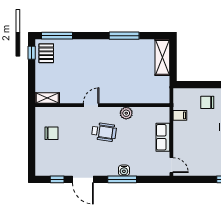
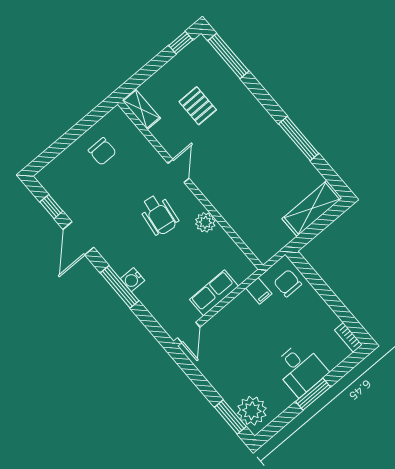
pallet: (46, 53) -> (198, 106), moved, turned 90
chair: (207, 102) -> (288, 283), moved
door: (91, 105) -> (178, 171), hinge flipped

